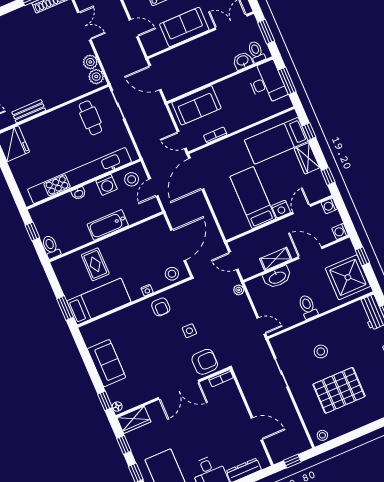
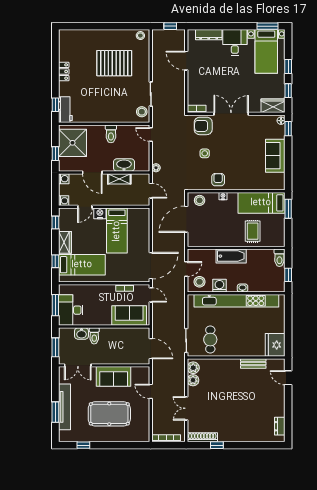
toilet: (256, 52) -> (94, 336), moved
stool: (321, 351) -> (142, 112), moved

